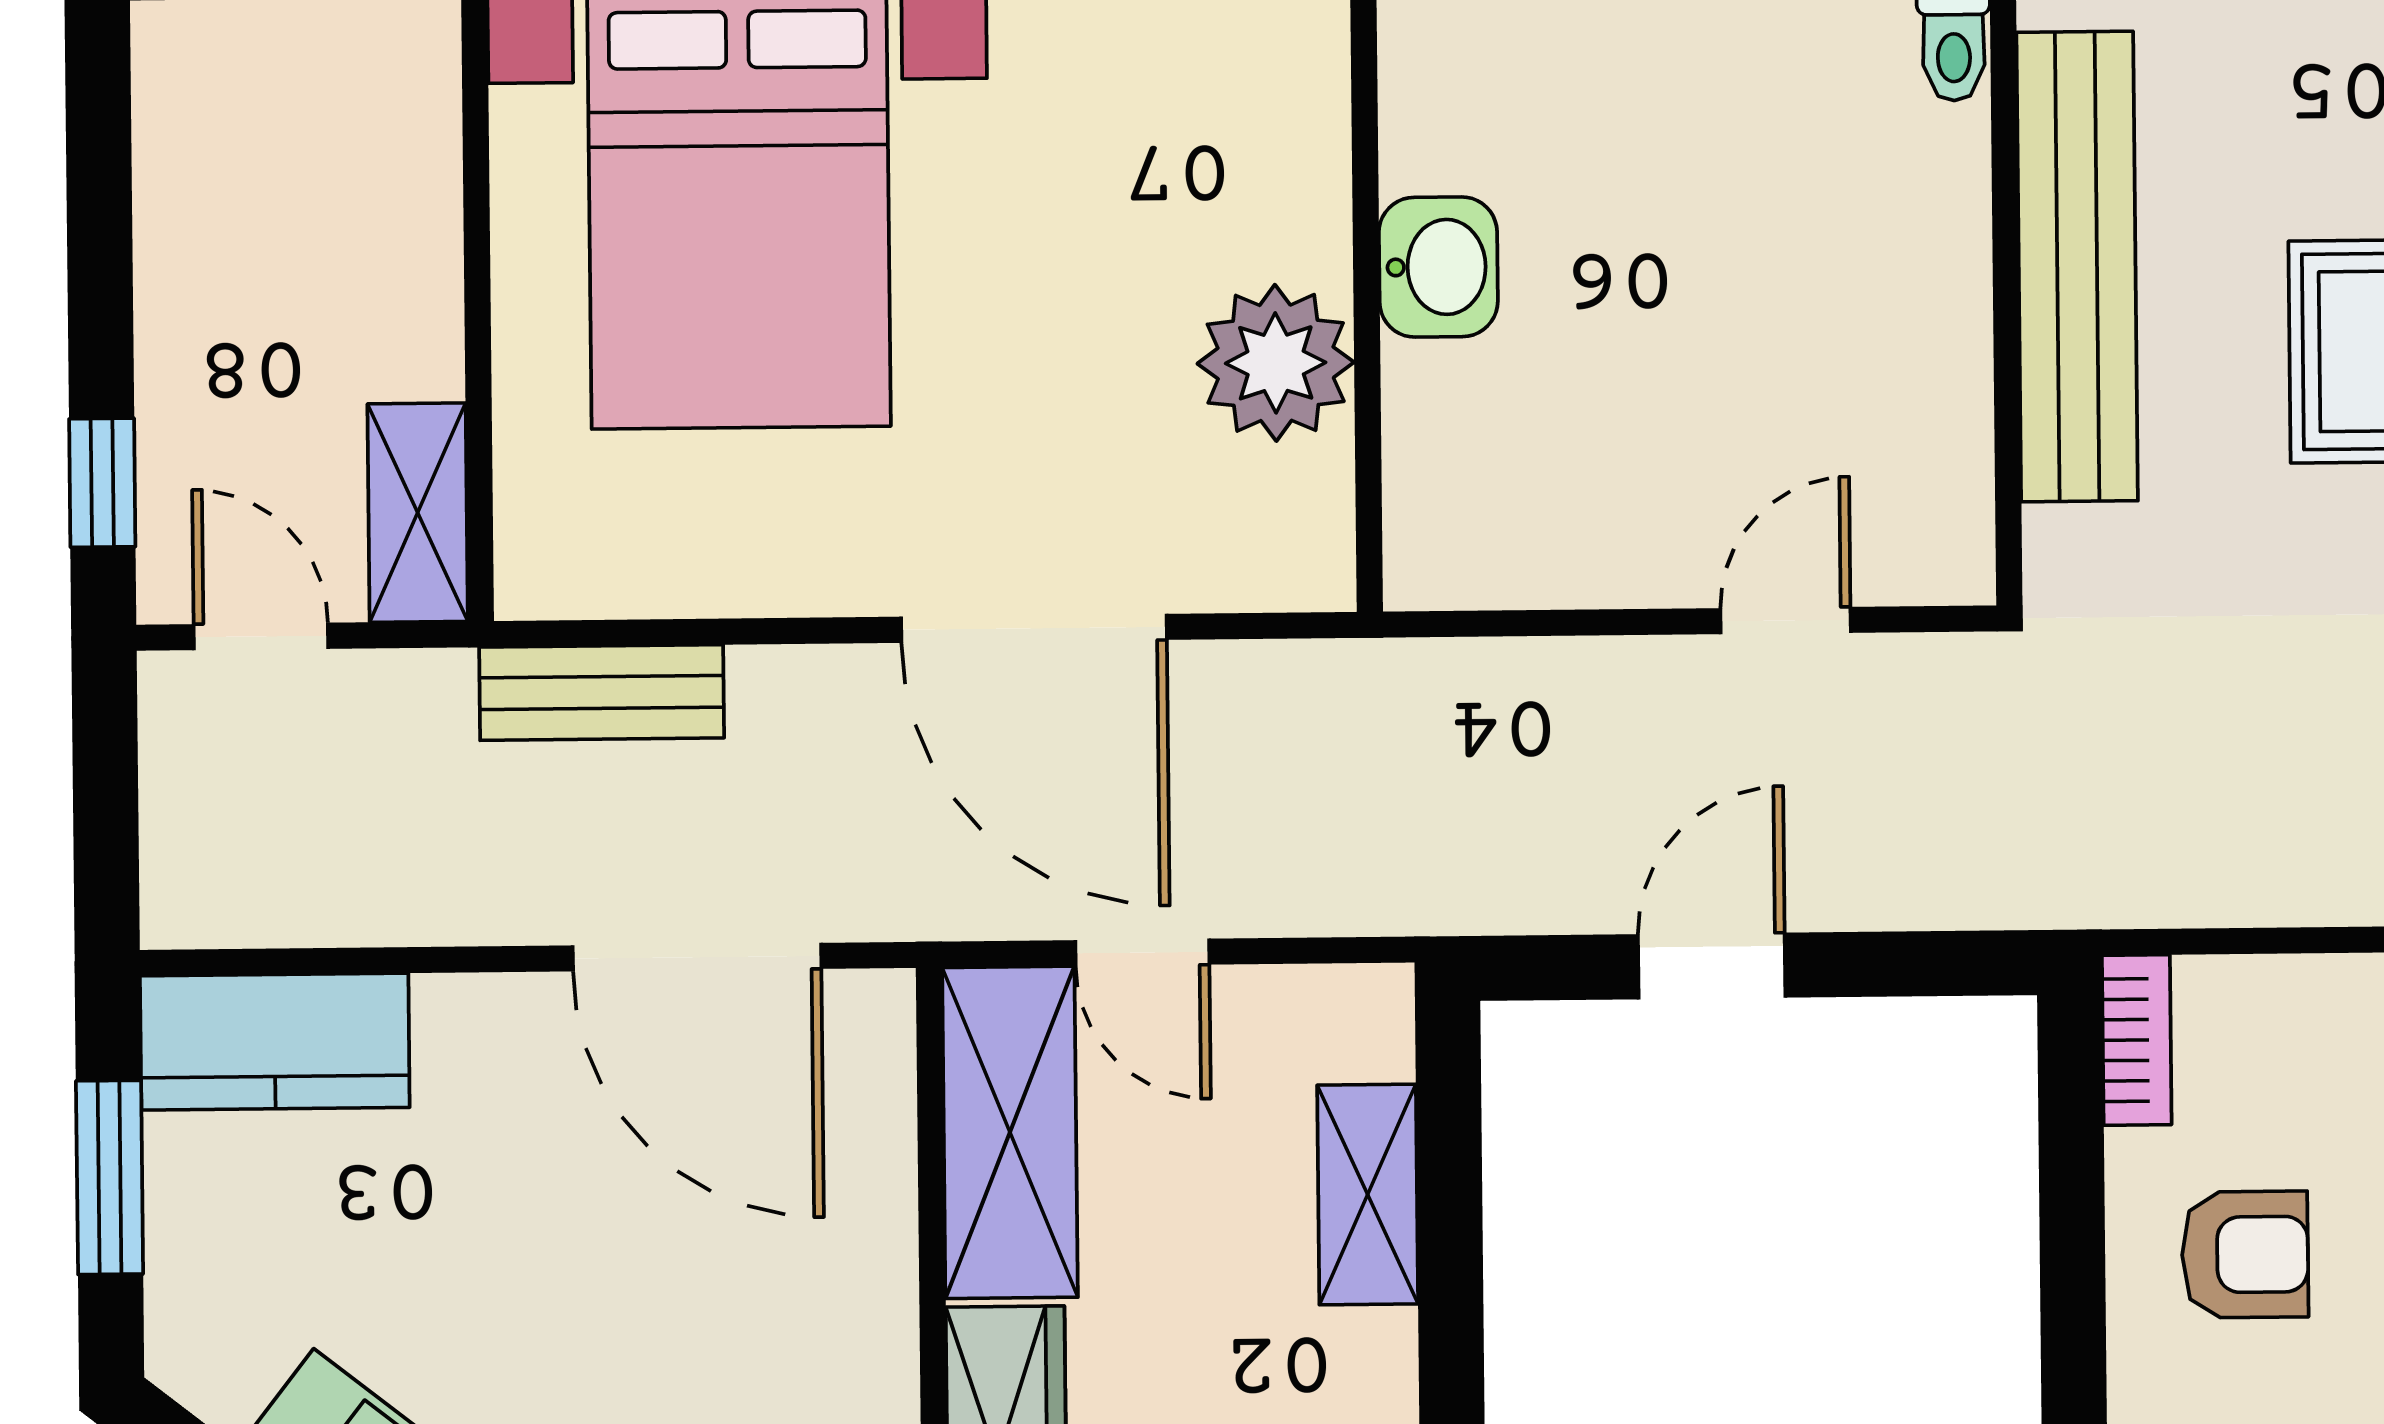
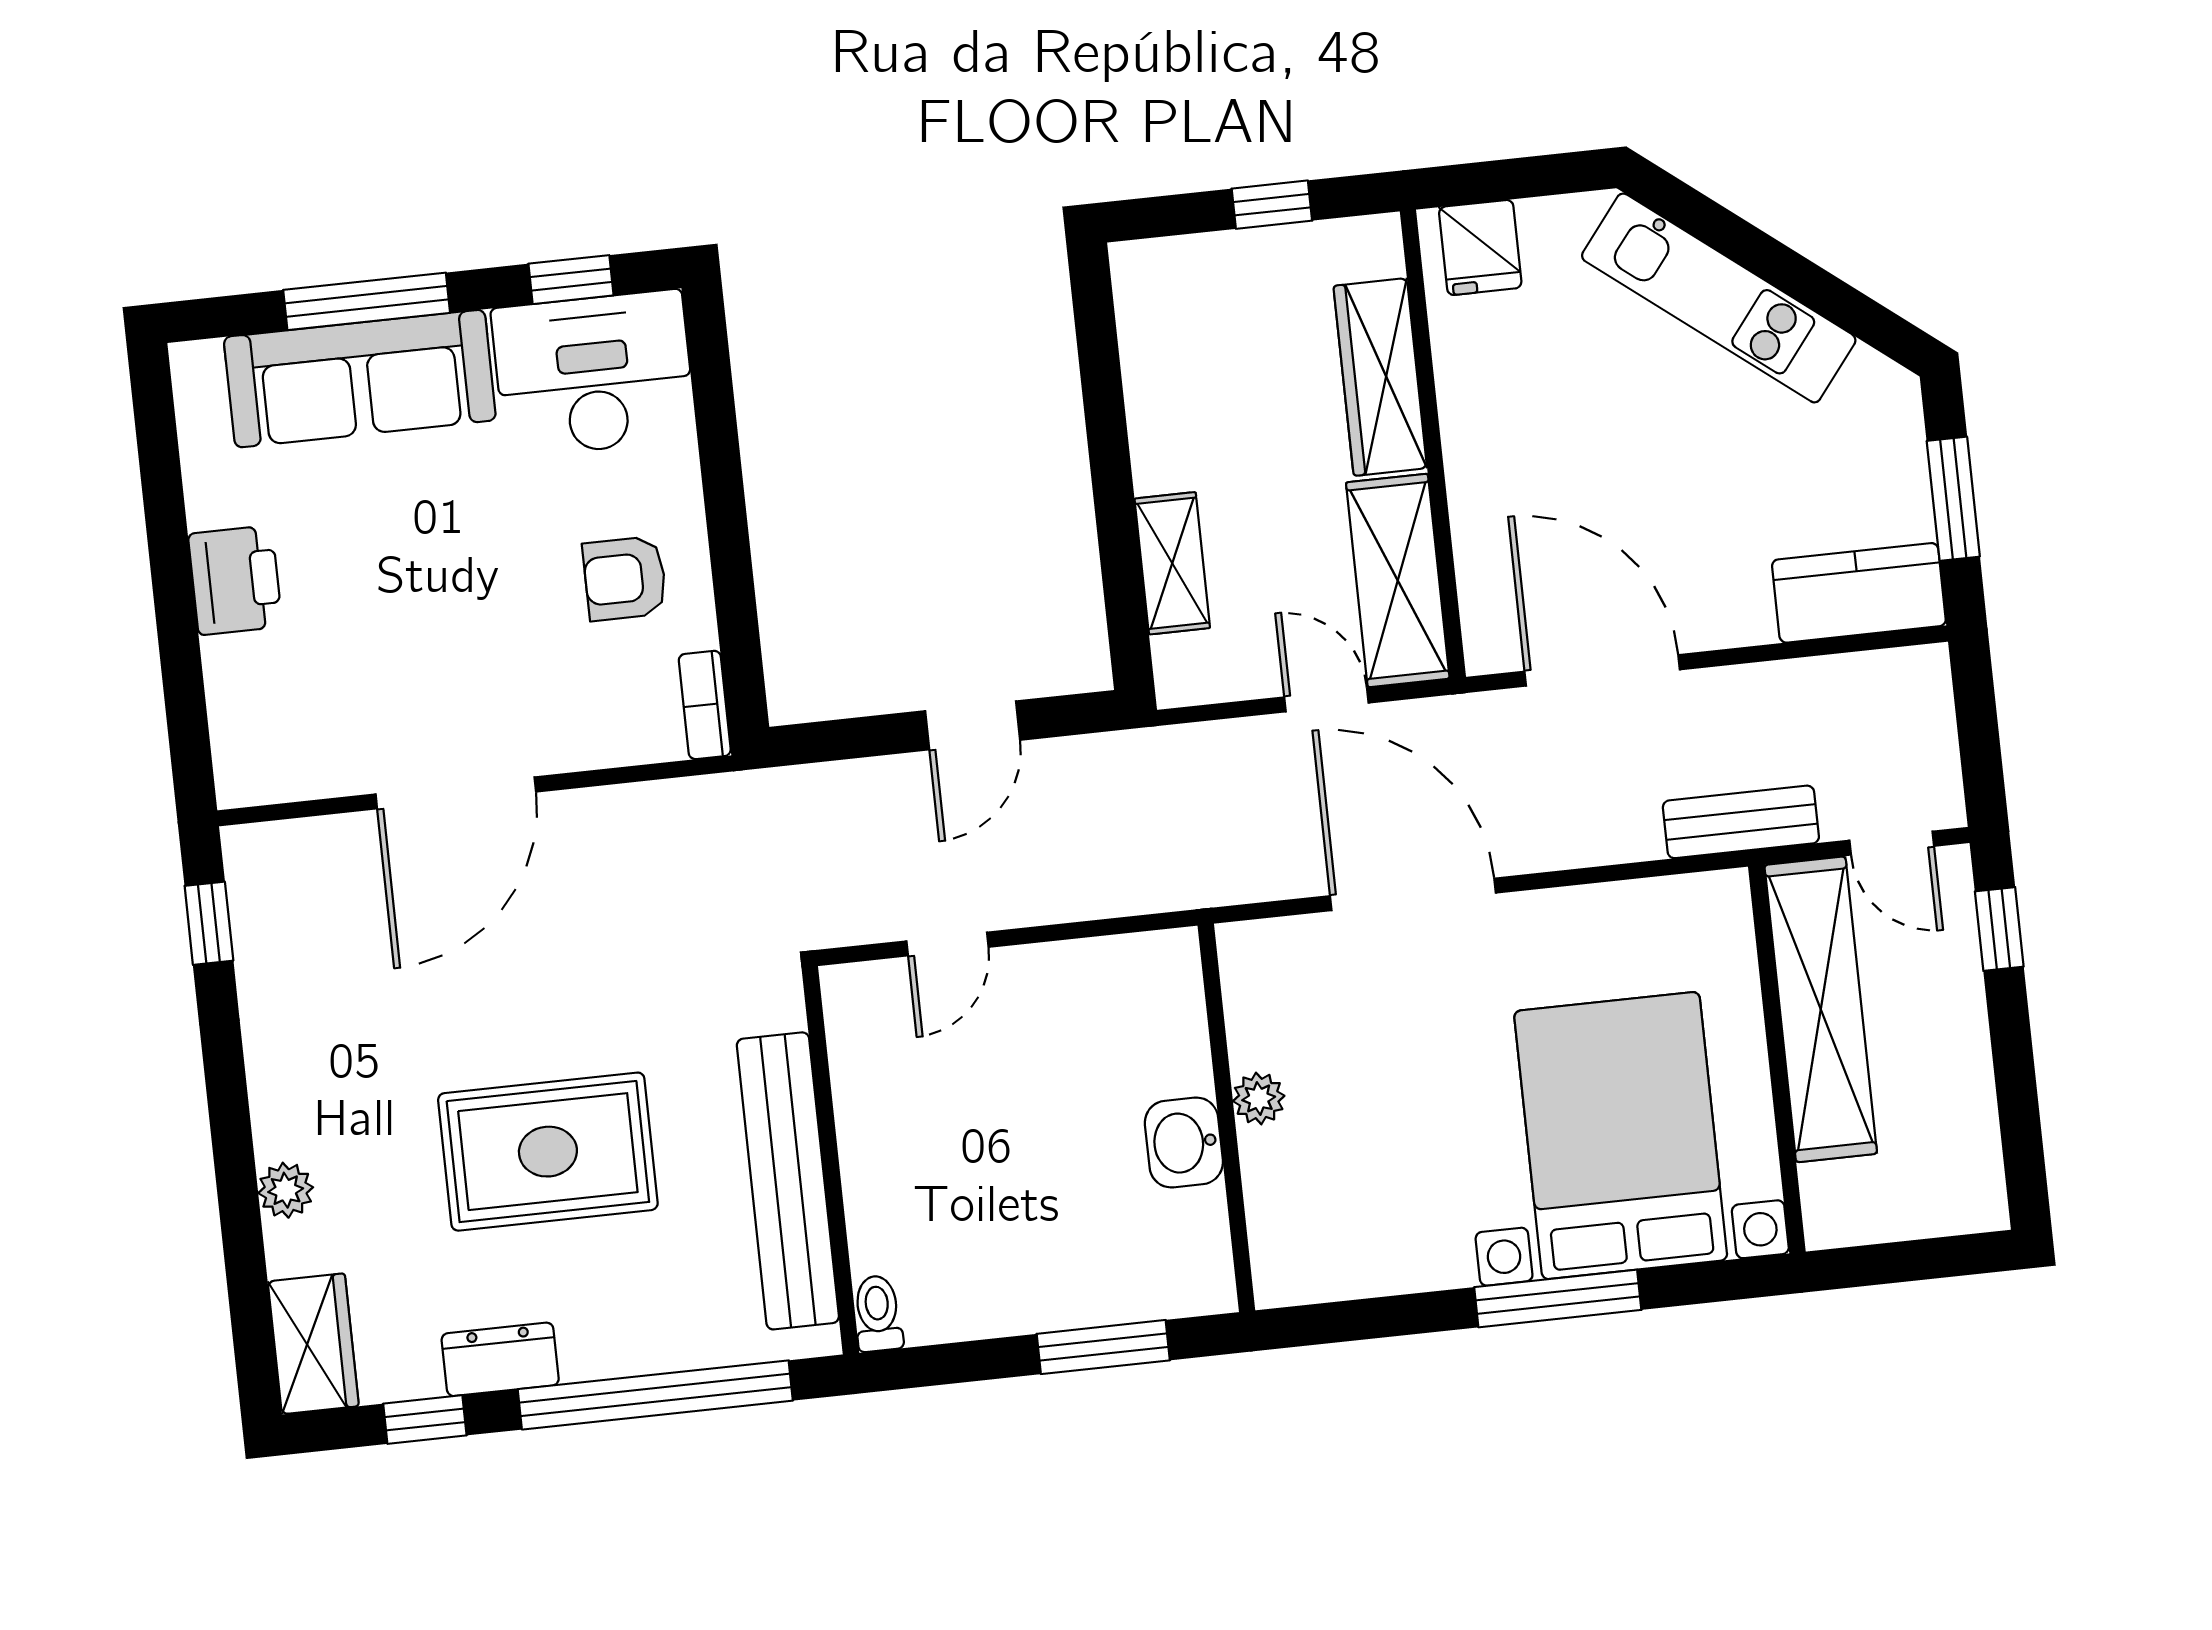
plant: (1276, 363) -> (1259, 1098), width x0.53, depth x0.53
shelving: (418, 513) -> (1821, 1009), width x2.20, depth x1.33
bench: (602, 693) -> (1741, 822), moved

